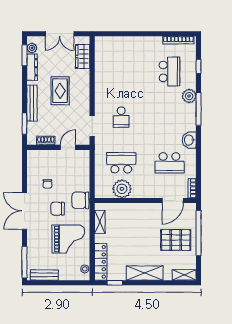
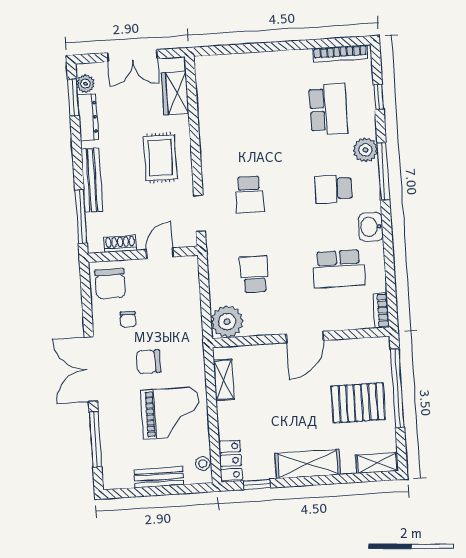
rug: (60, 91) -> (160, 158), moved
school desk: (169, 117) -> (334, 189), added
window: (24, 124) -> (81, 217), width x1.44
school desk: (121, 163) -> (254, 274), width x0.54
plant: (122, 189) -> (227, 322), moved
chair: (80, 200) -> (110, 284), moved, turned -90
door: (173, 201) -> (305, 337), moved
window: (24, 262) -> (95, 439), moved
locker: (101, 262) -> (231, 461), width x0.66
bench: (44, 275) -> (159, 477), moved

